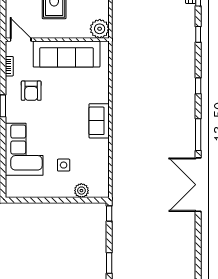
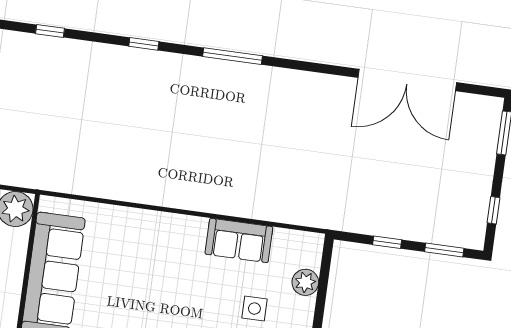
sofa: (99, 121) -> (239, 240), moved
double door: (198, 185) -> (407, 80), moved
window: (109, 213) -> (387, 242), moved

